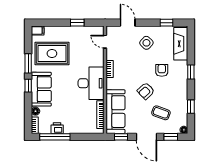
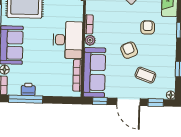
plant: (111, 83) -> (90, 40), added
armchair: (146, 91) -> (129, 50), turned 109

